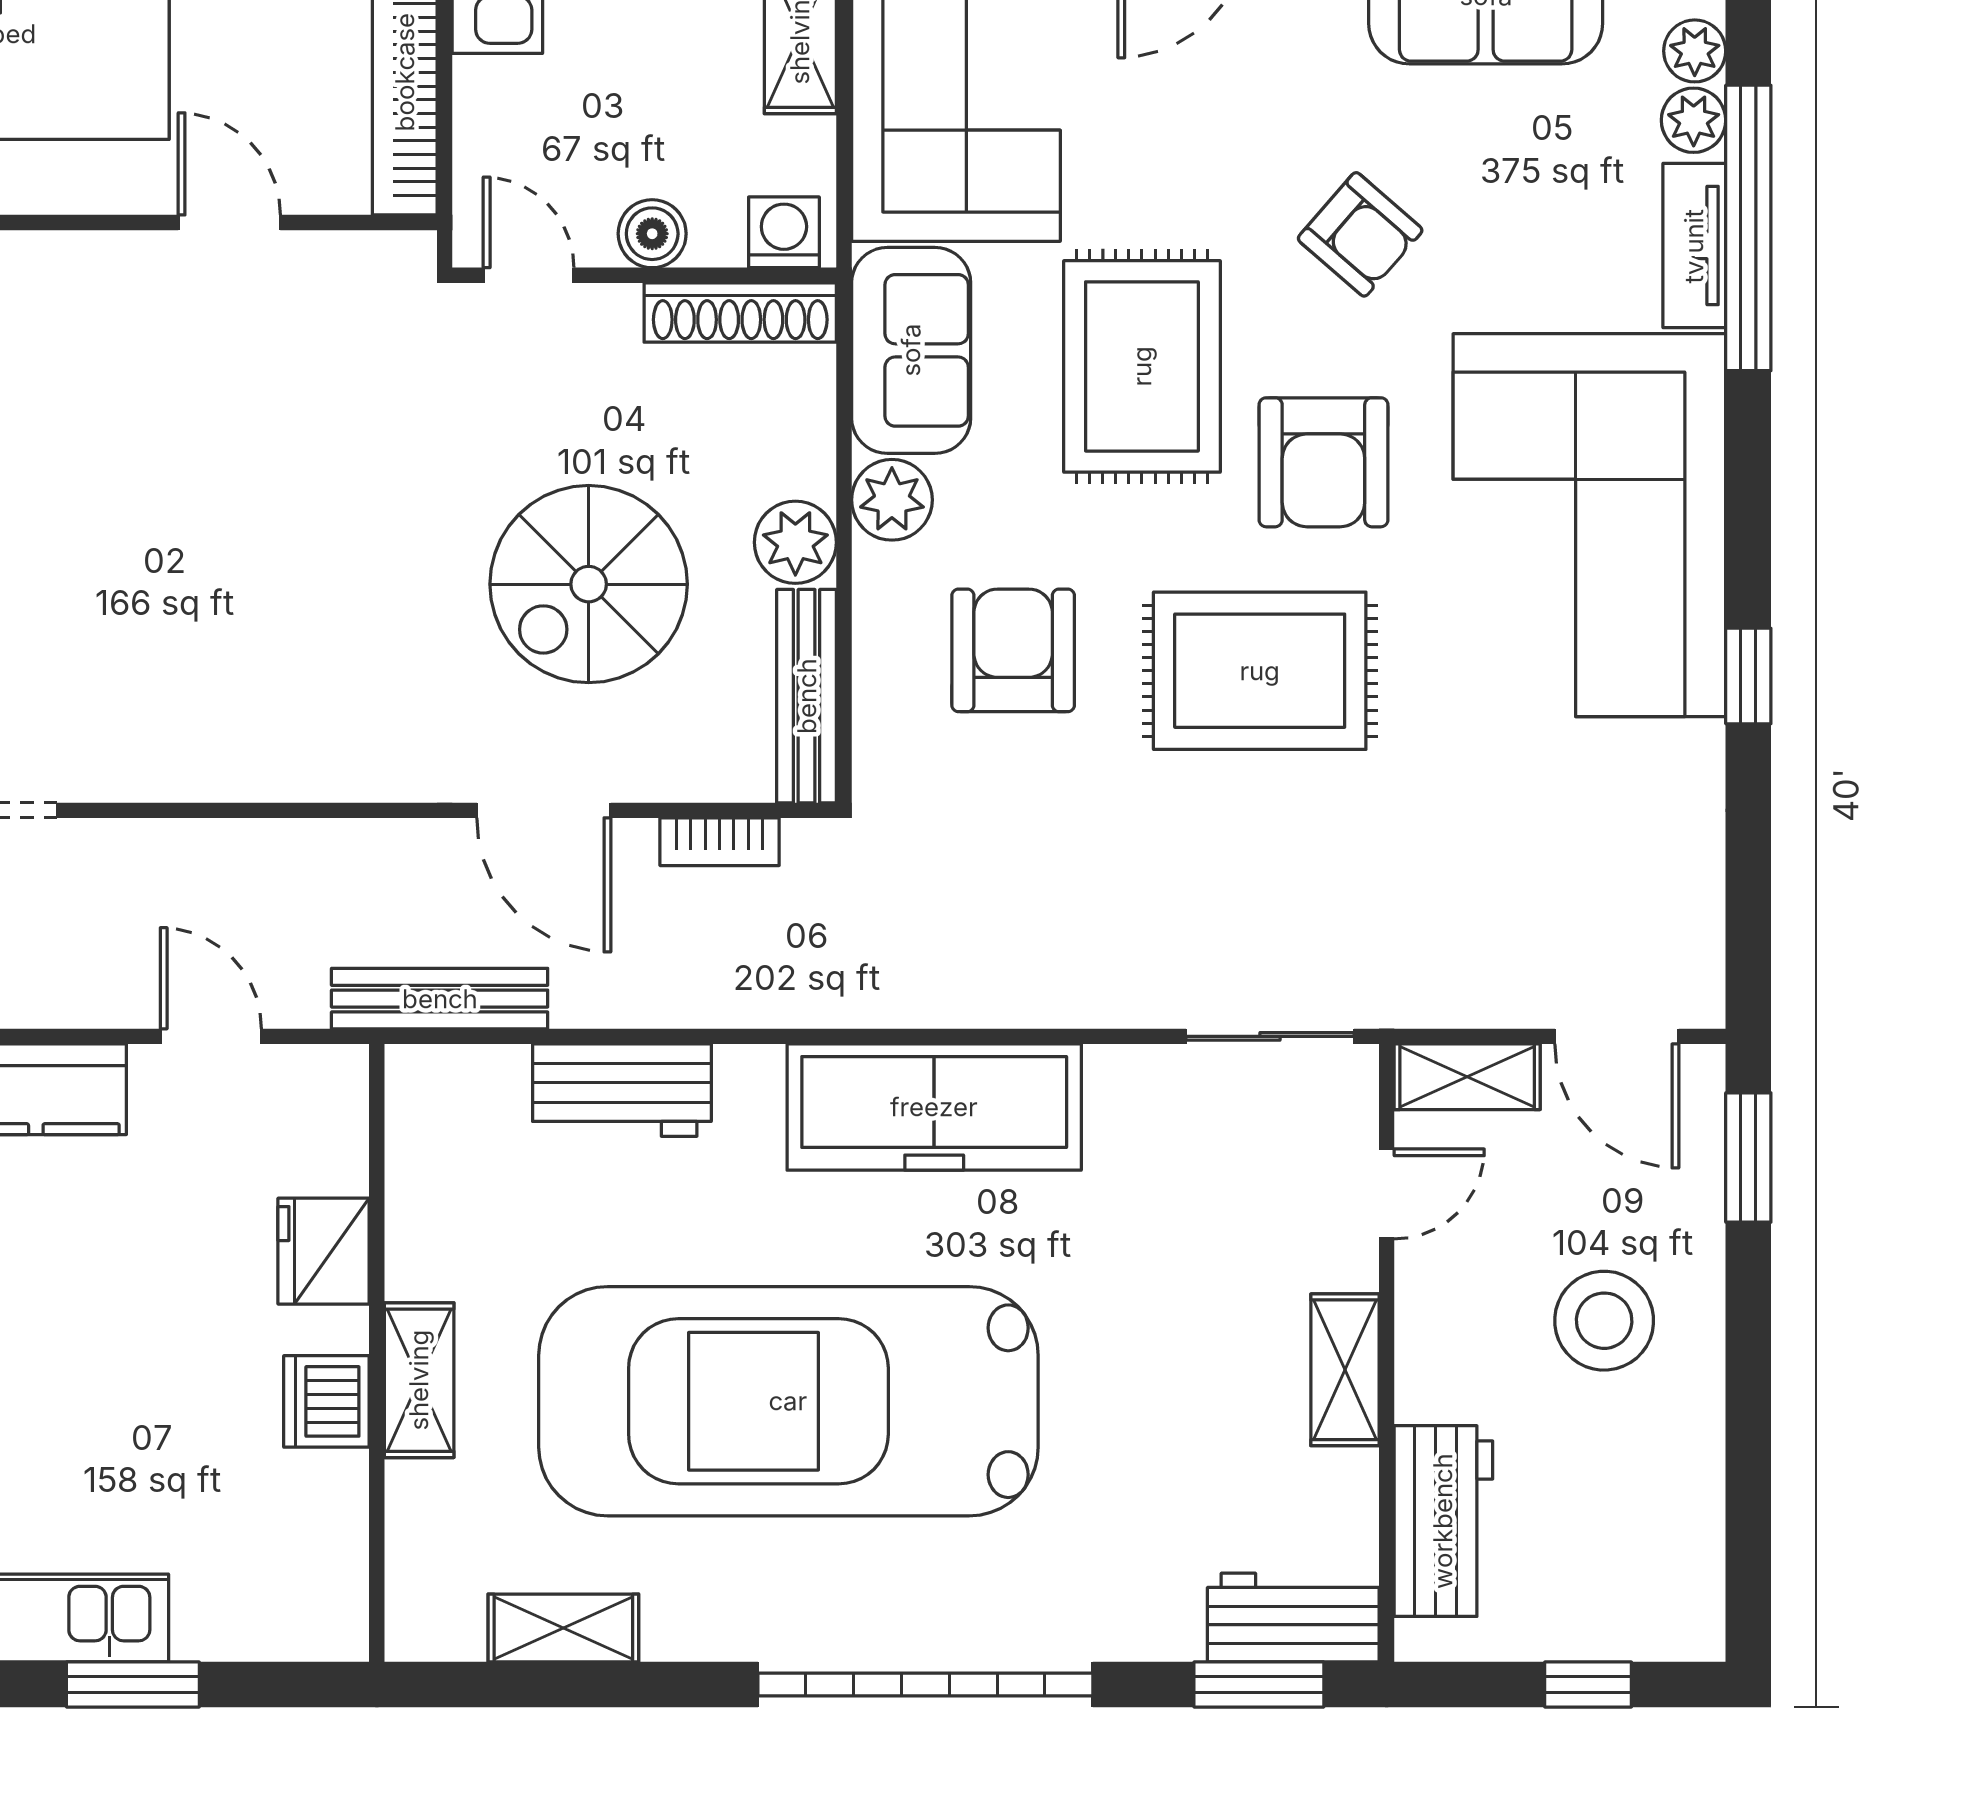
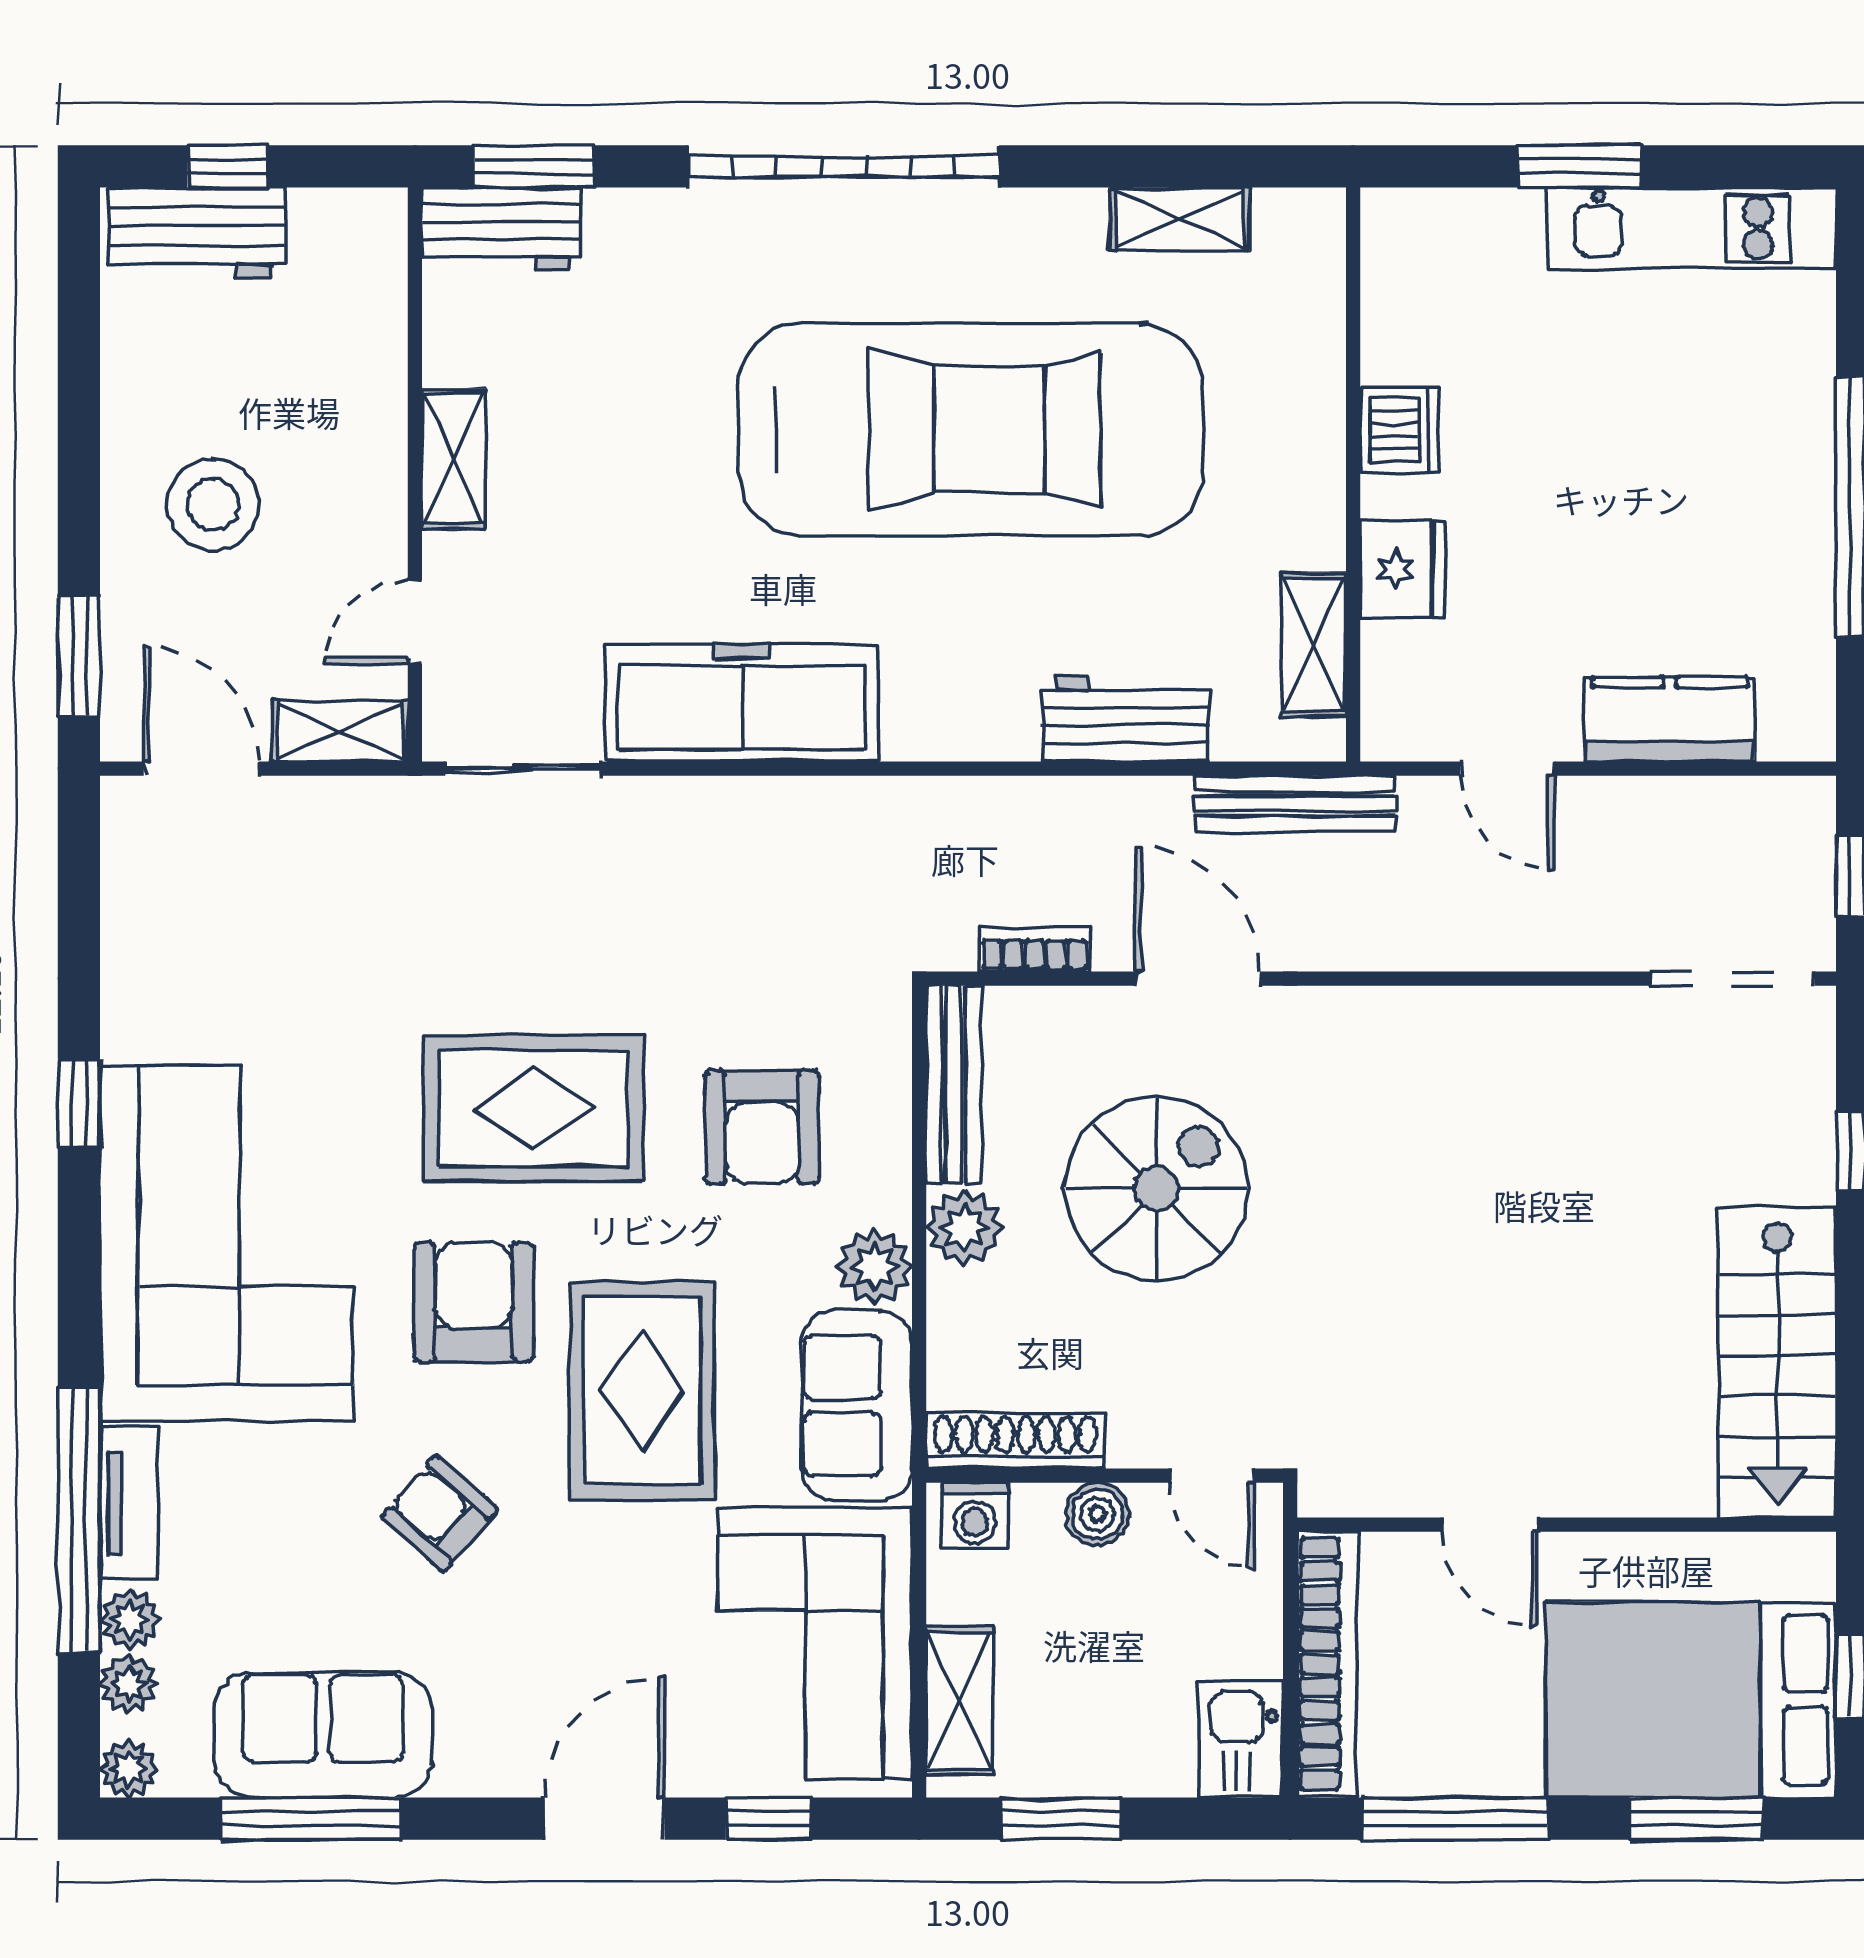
freezer: (934, 1107) -> (742, 703), moved
shelving: (419, 1380) -> (1314, 645), moved
workbench: (1443, 1521) -> (197, 233), moved, turned -90

